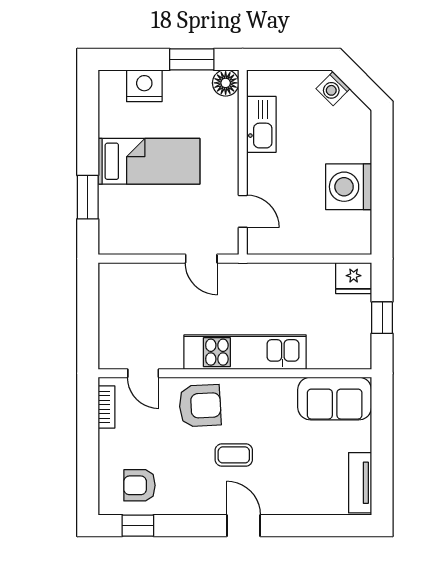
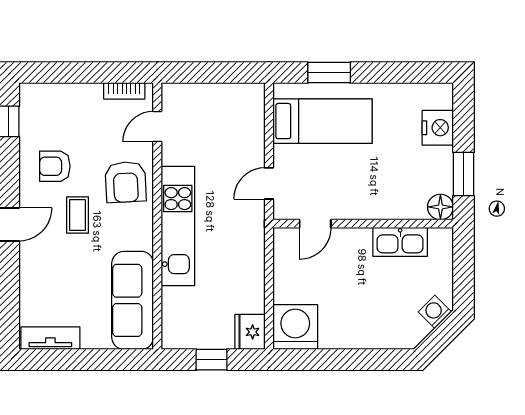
bed: (149, 161) -> (322, 121), moved, turned -90
washing machine: (349, 187) -> (295, 327), moved
sofa: (335, 399) -> (133, 300), width x1.36
armchair: (139, 485) -> (55, 166), moved, turned -90

